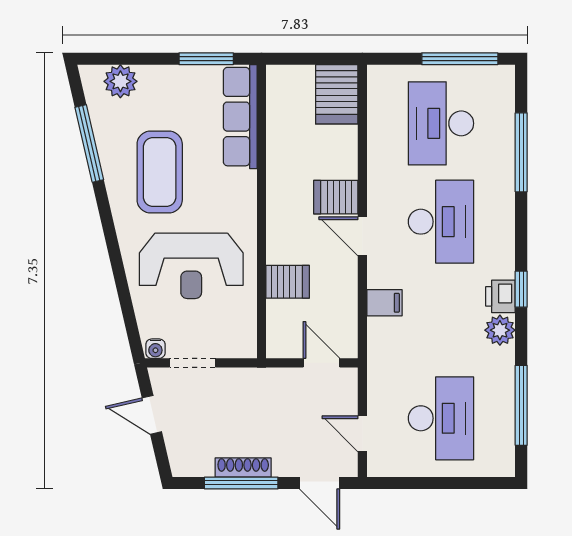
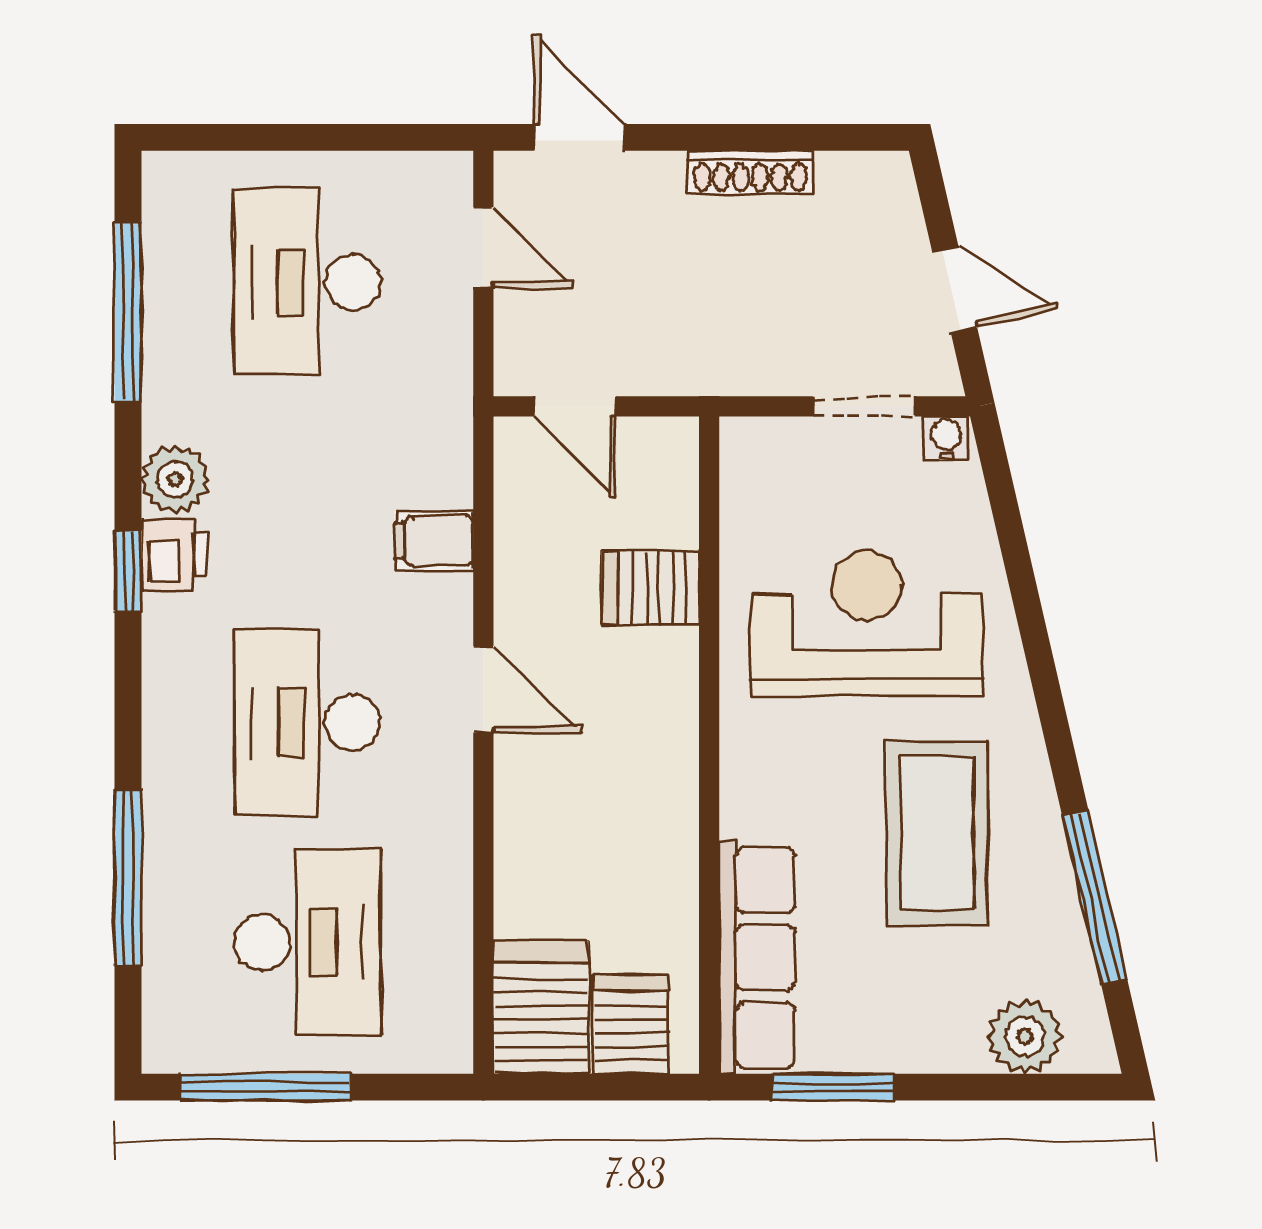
server rack: (336, 197) -> (631, 1024), moved, turned -90
window: (241, 483) -> (755, 137), removed

